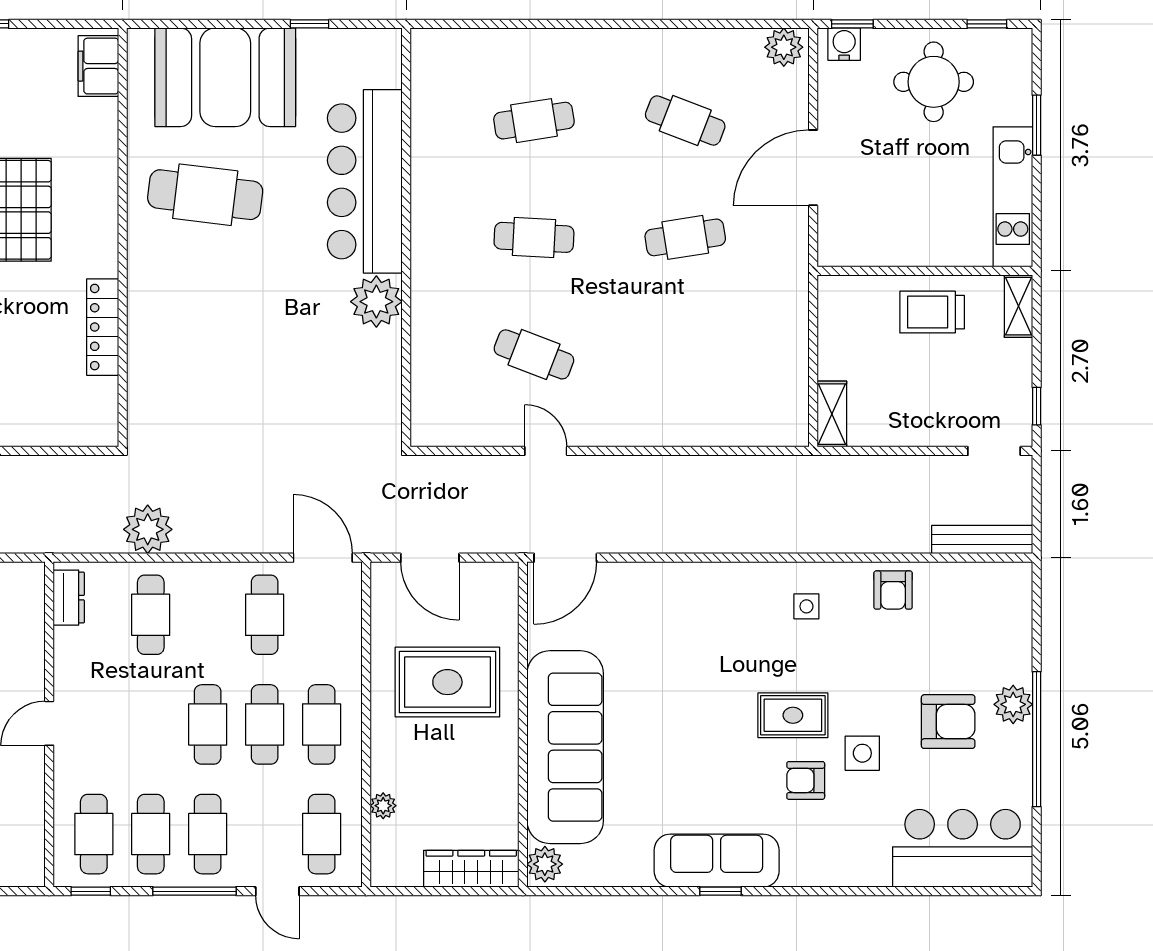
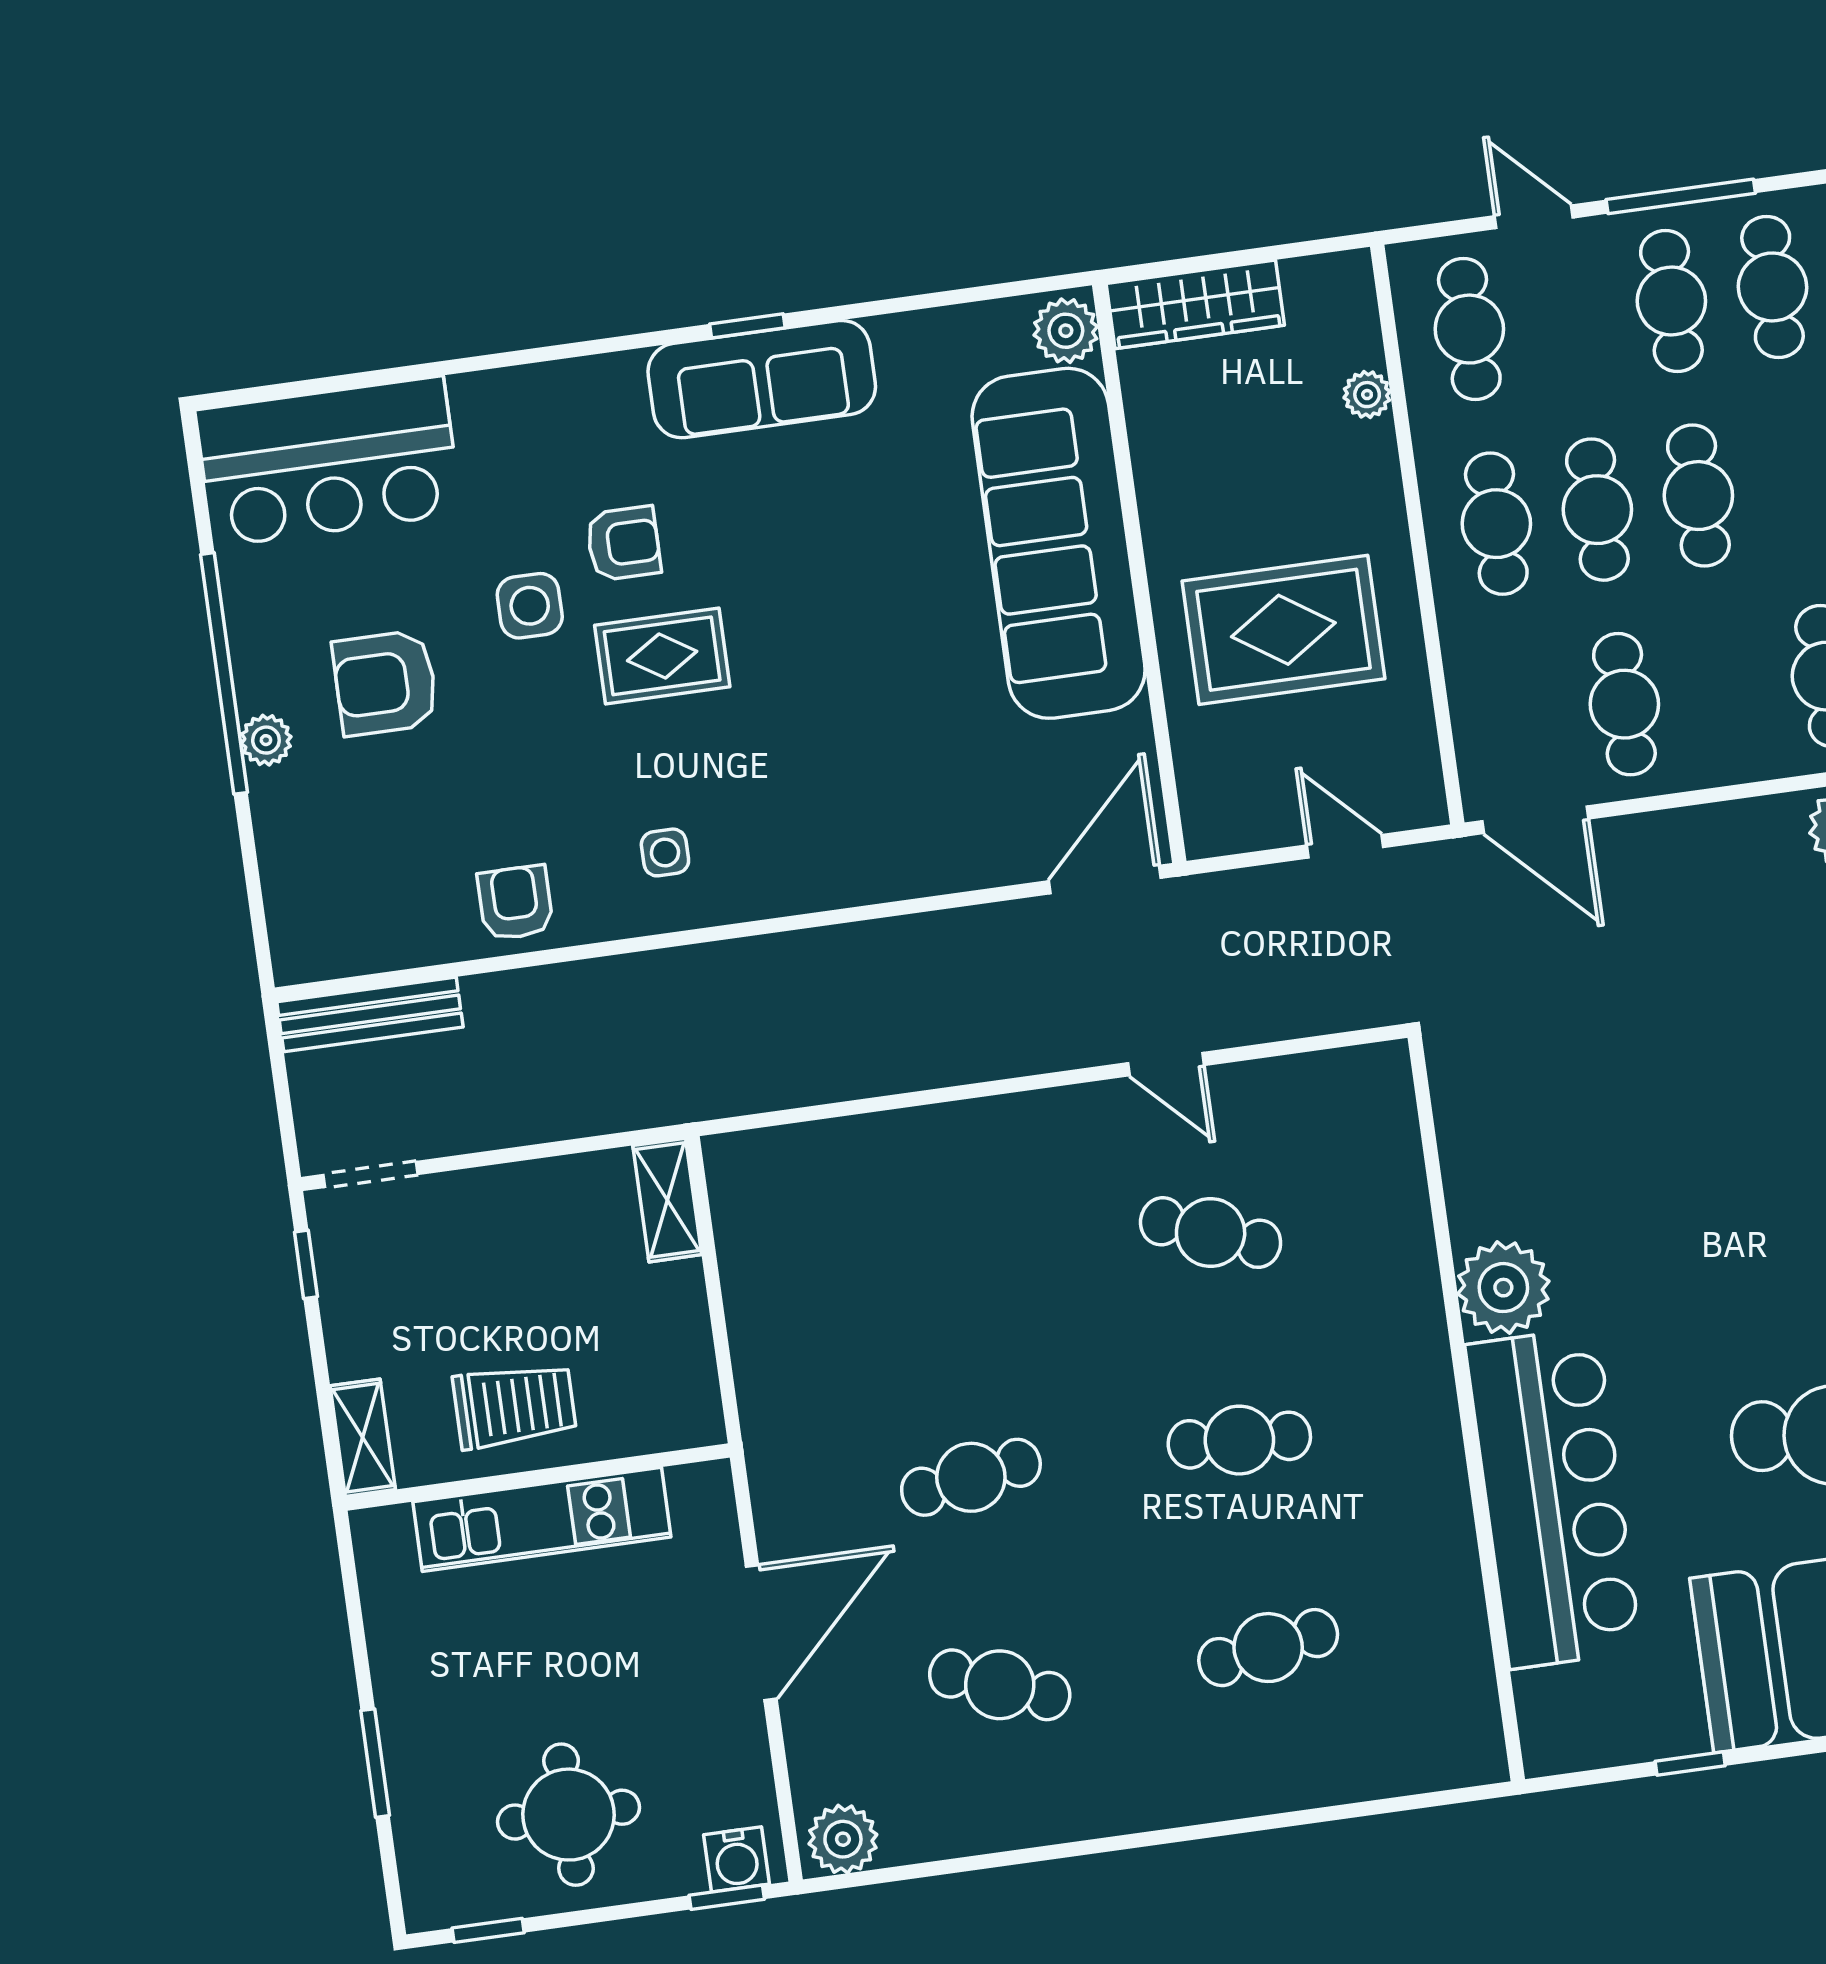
kitchen unit: (1013, 197) -> (542, 1519), moved, turned 90
door: (430, 558) -> (1345, 846), width x0.73
plant: (1013, 704) -> (266, 740), width x0.73, depth x0.73

